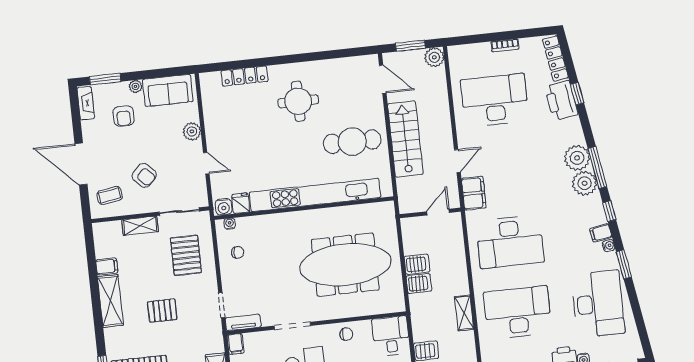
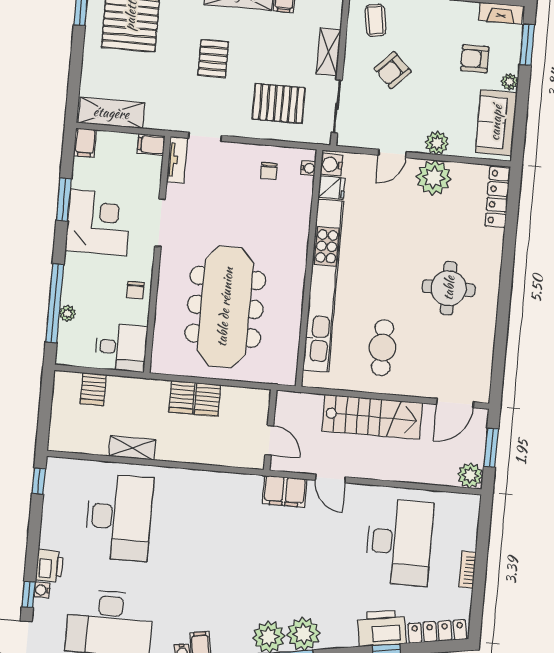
locker: (244, 76) -> (498, 197), moved
plant: (218, 129) -> (434, 178), added
cafe table: (352, 142) -> (382, 348), width x0.73, depth x0.74
desk: (510, 242) -> (212, 525), removed

